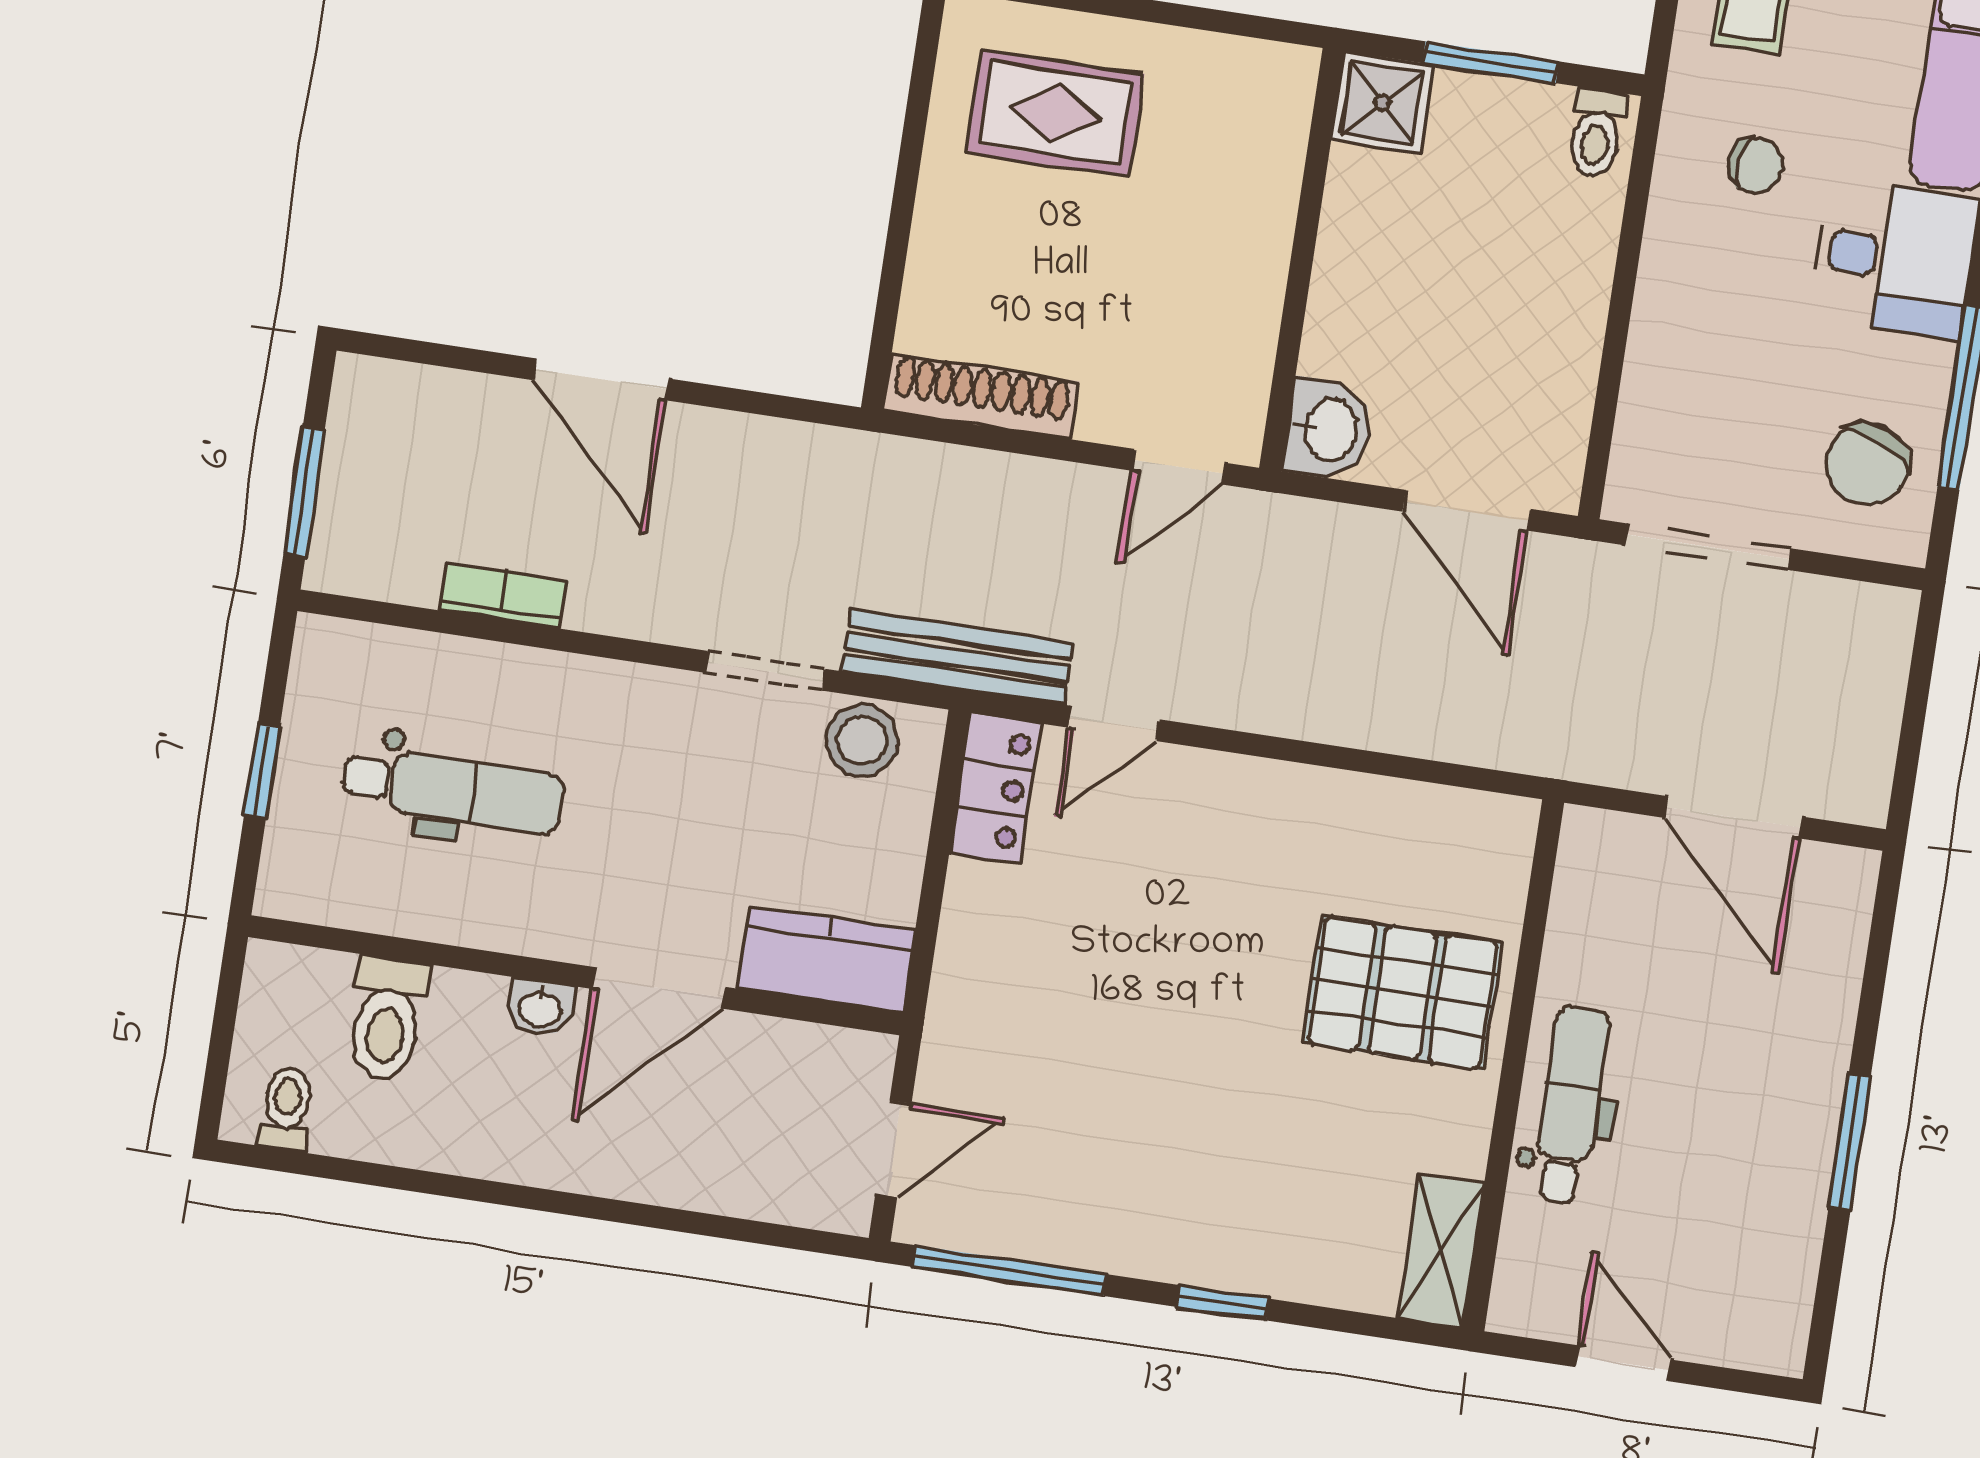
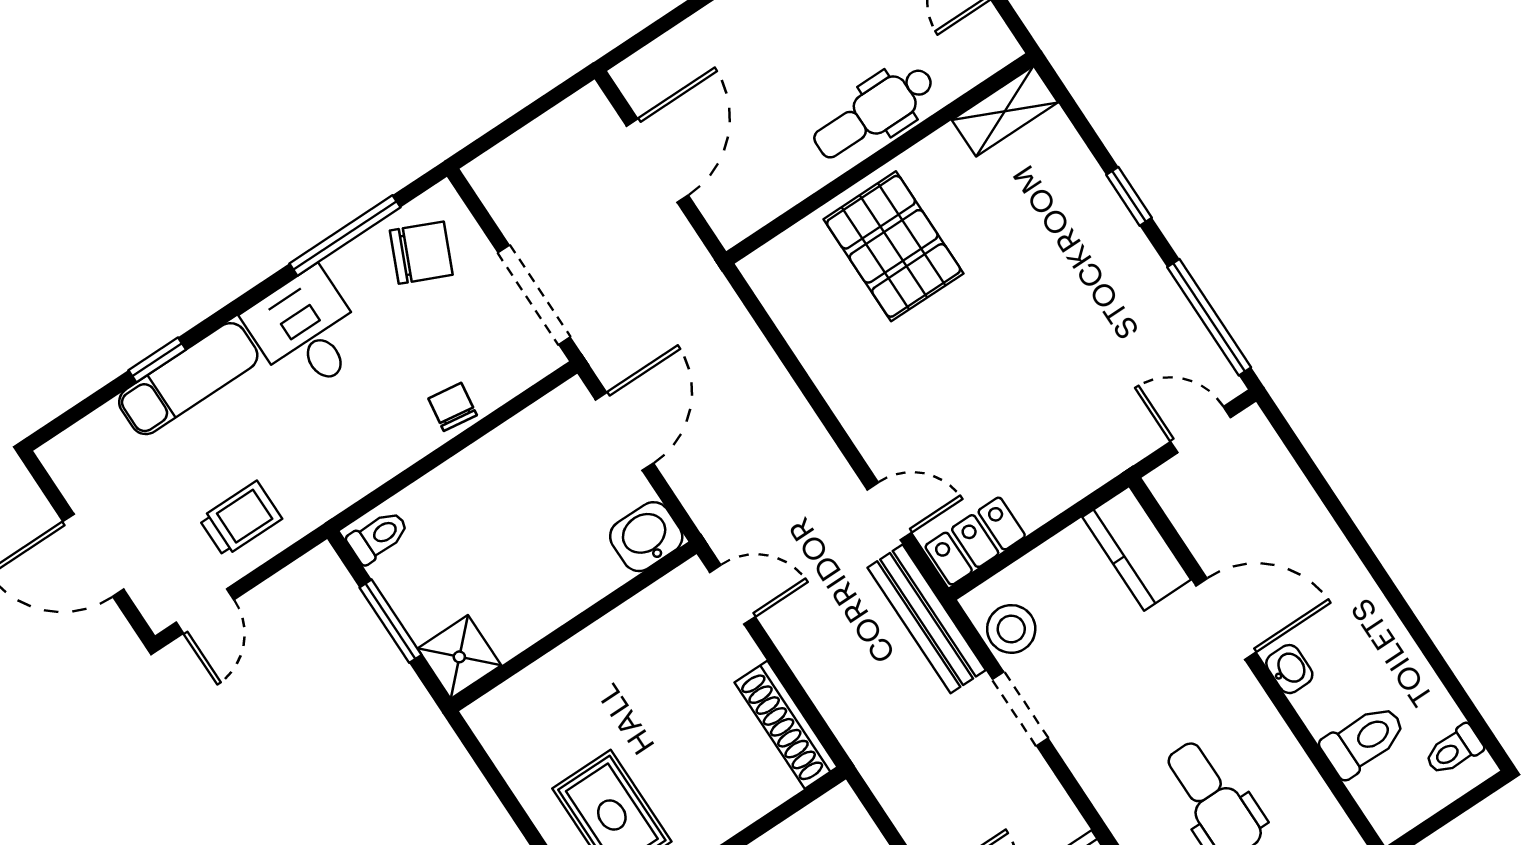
chair: (1756, 165) -> (453, 407), moved

